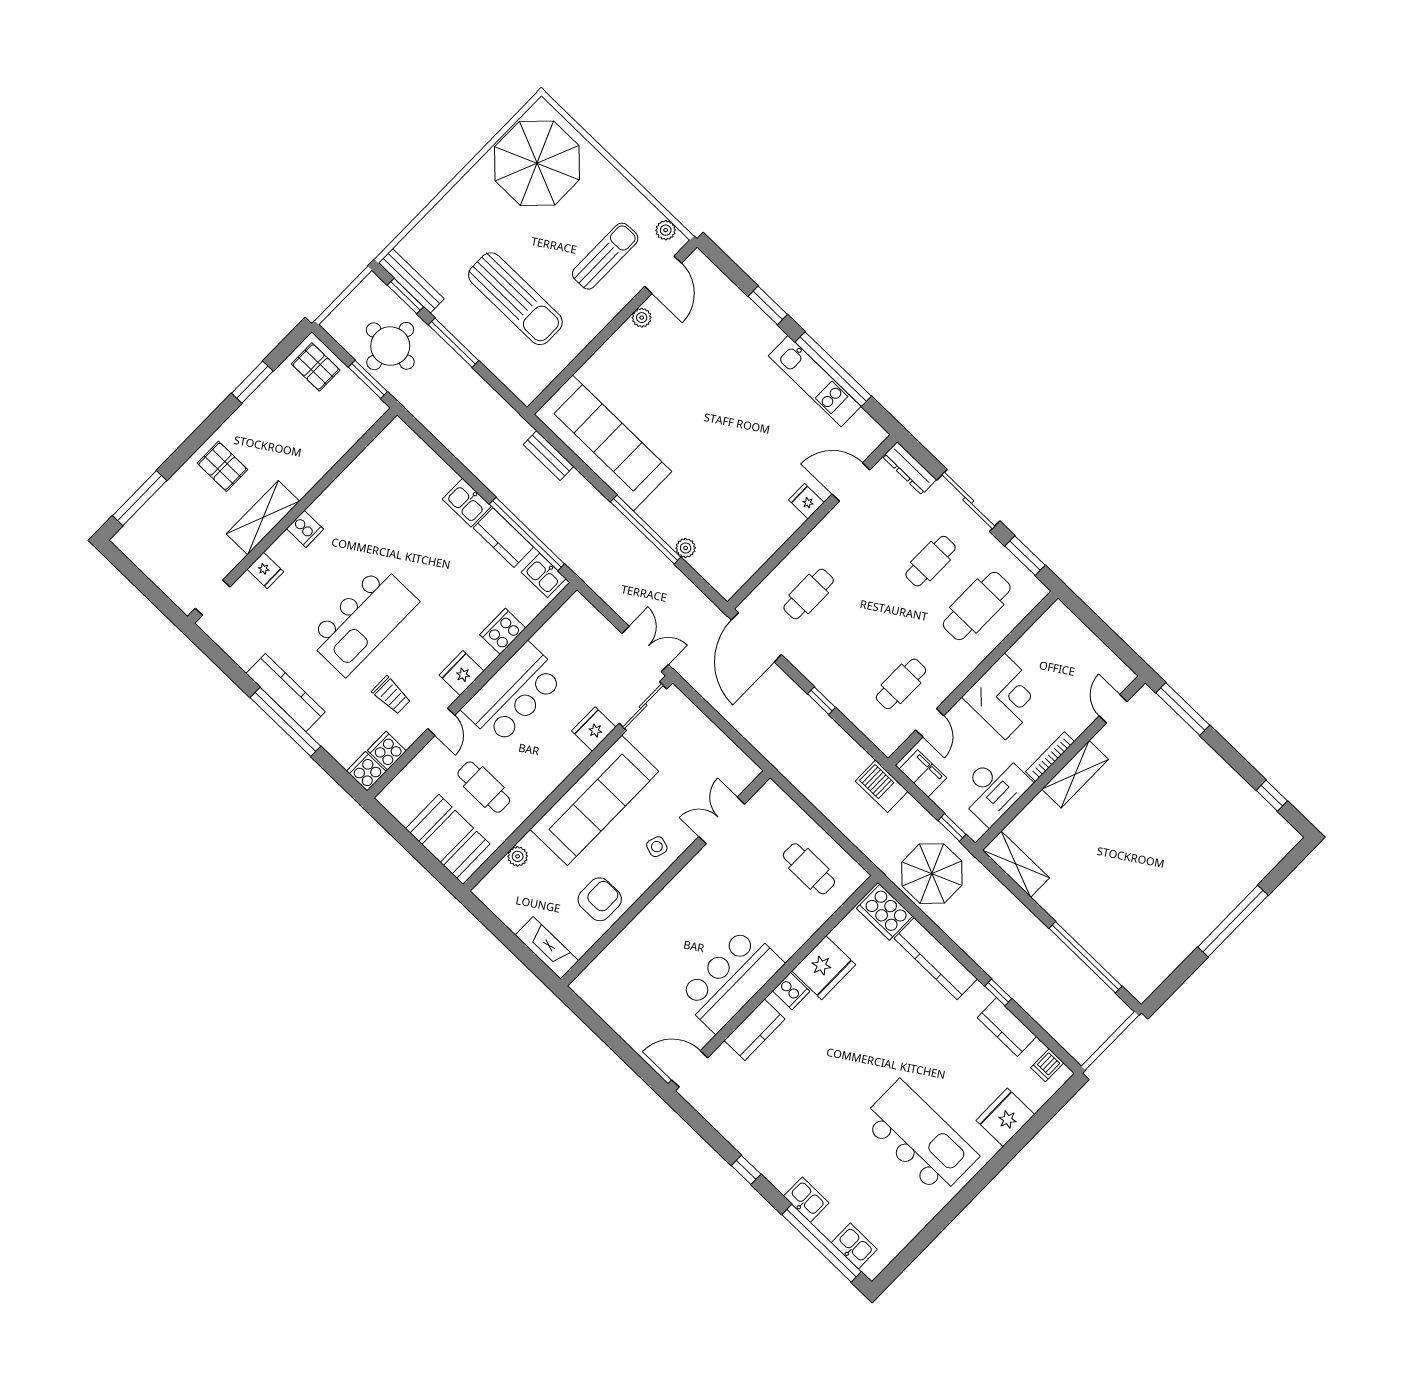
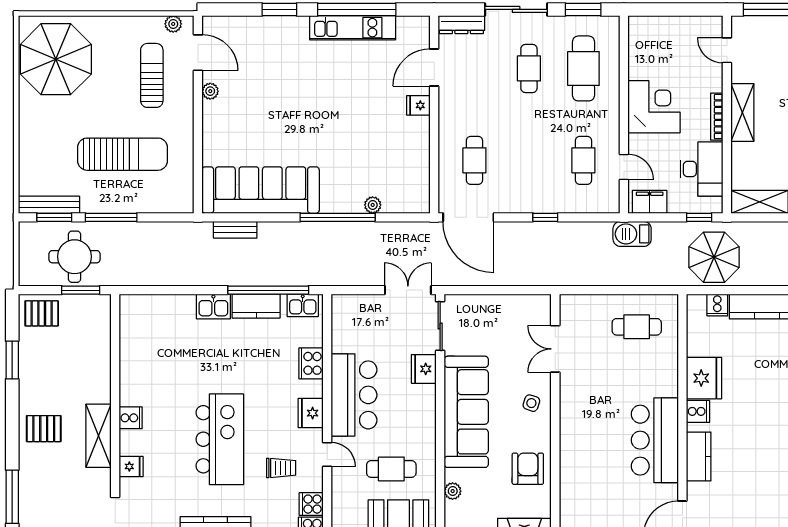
cooker: (885, 912) -> (717, 305), width x0.53, depth x0.76

